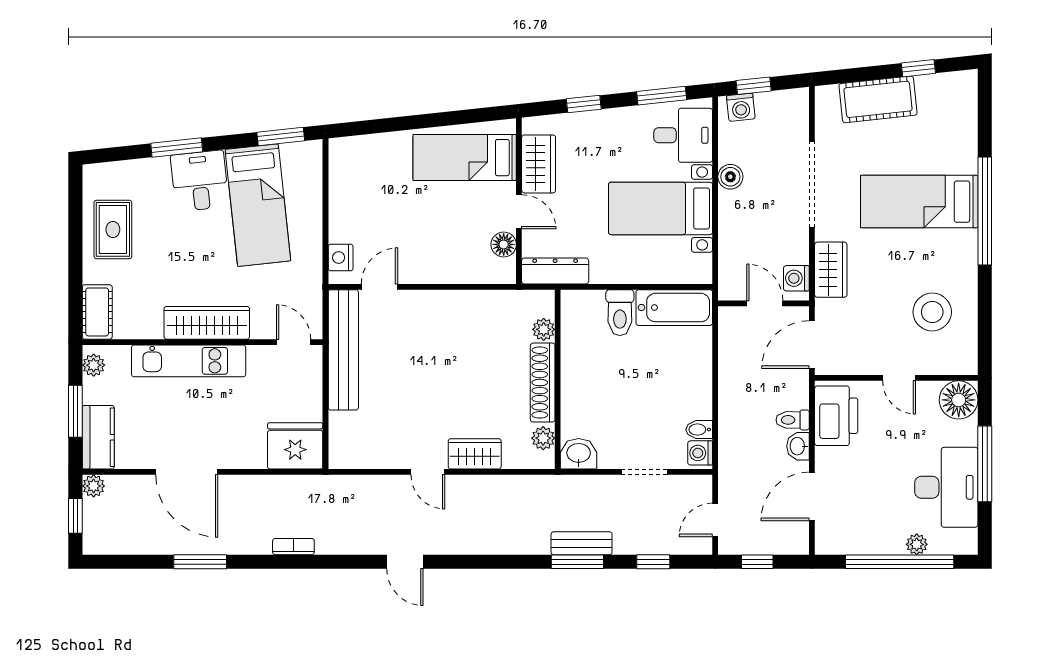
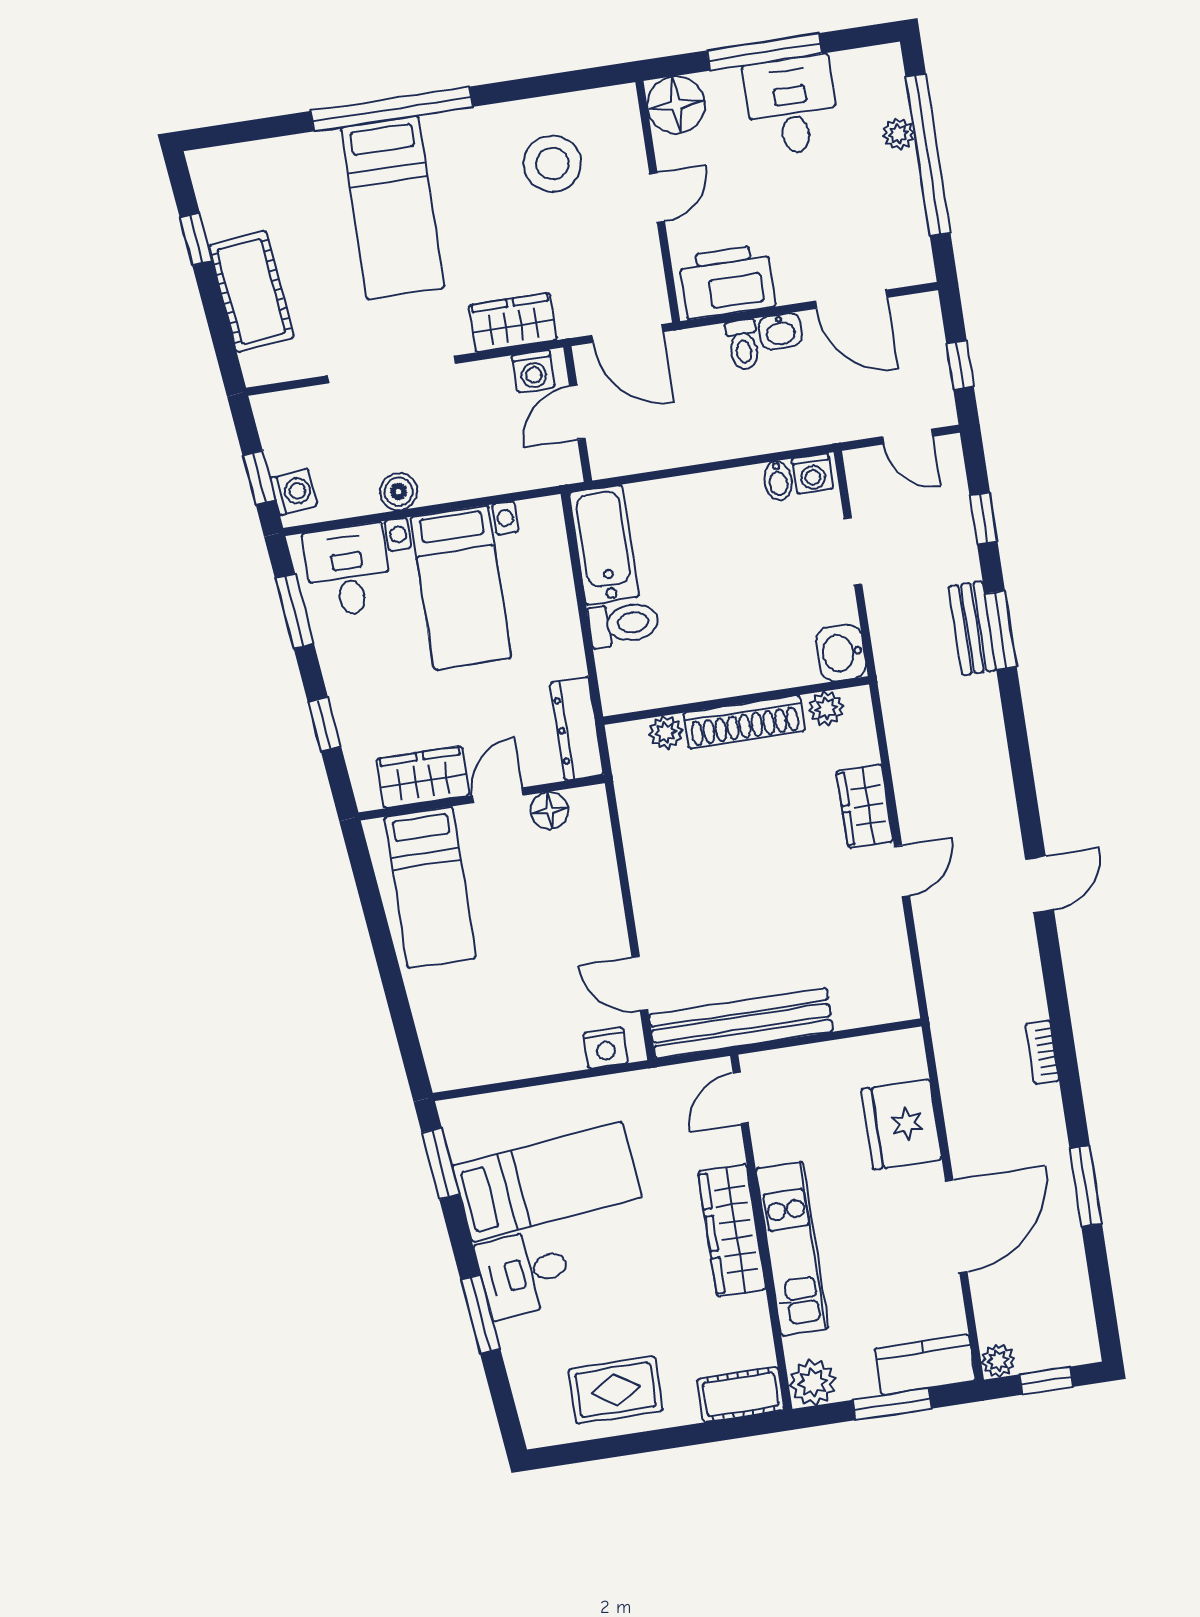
plant: (94, 365) -> (813, 1383), width x1.38, depth x1.38
fridge: (295, 446) -> (901, 1124), moved
desk: (946, 487) -> (792, 106), width x0.73

